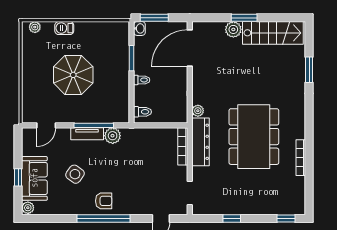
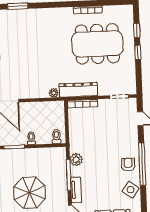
tv unit: (87, 134) -> (76, 190), moved
dining table: (254, 137) -> (97, 44), moved
side table: (75, 174) -> (131, 190), moved
window: (232, 218) -> (138, 52), moved
window: (286, 218) -> (137, 31), moved

